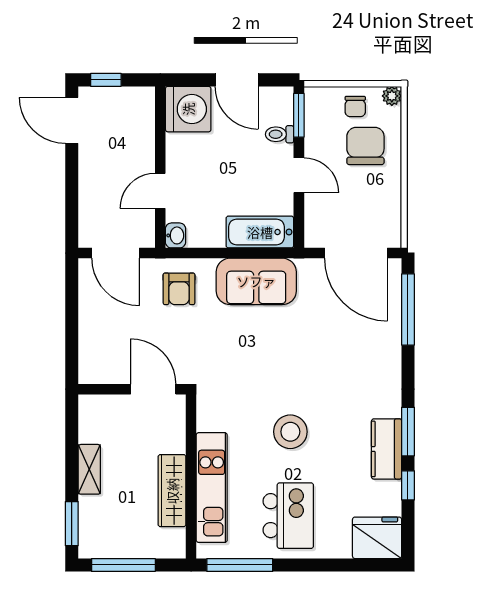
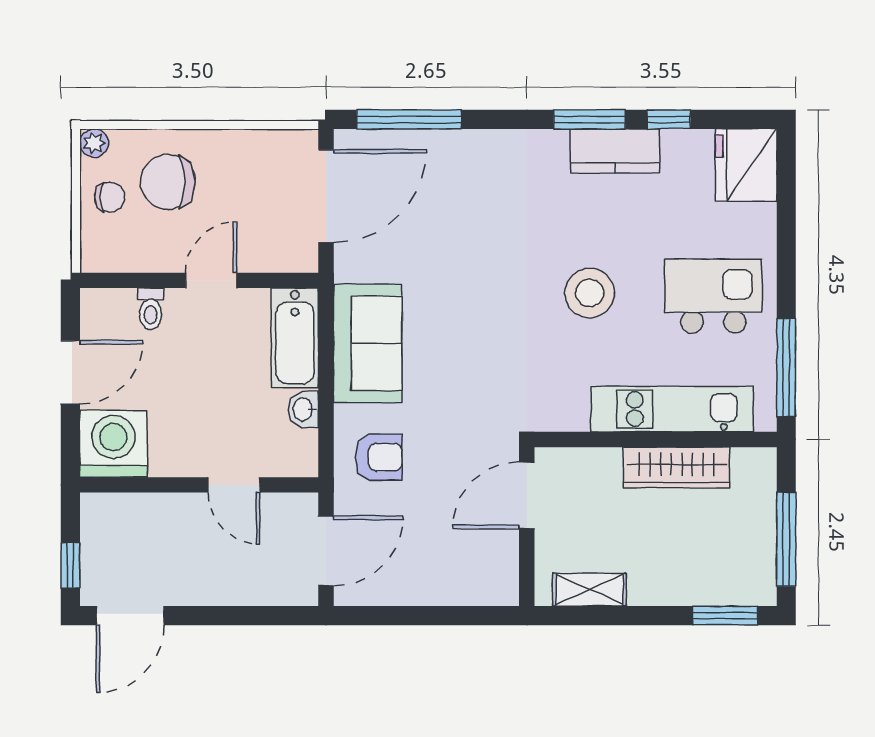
window: (299, 115) -> (123, 280), removed
washbasin: (176, 235) -> (304, 409), moved, turned -90
shelving: (89, 469) -> (589, 590), moved

